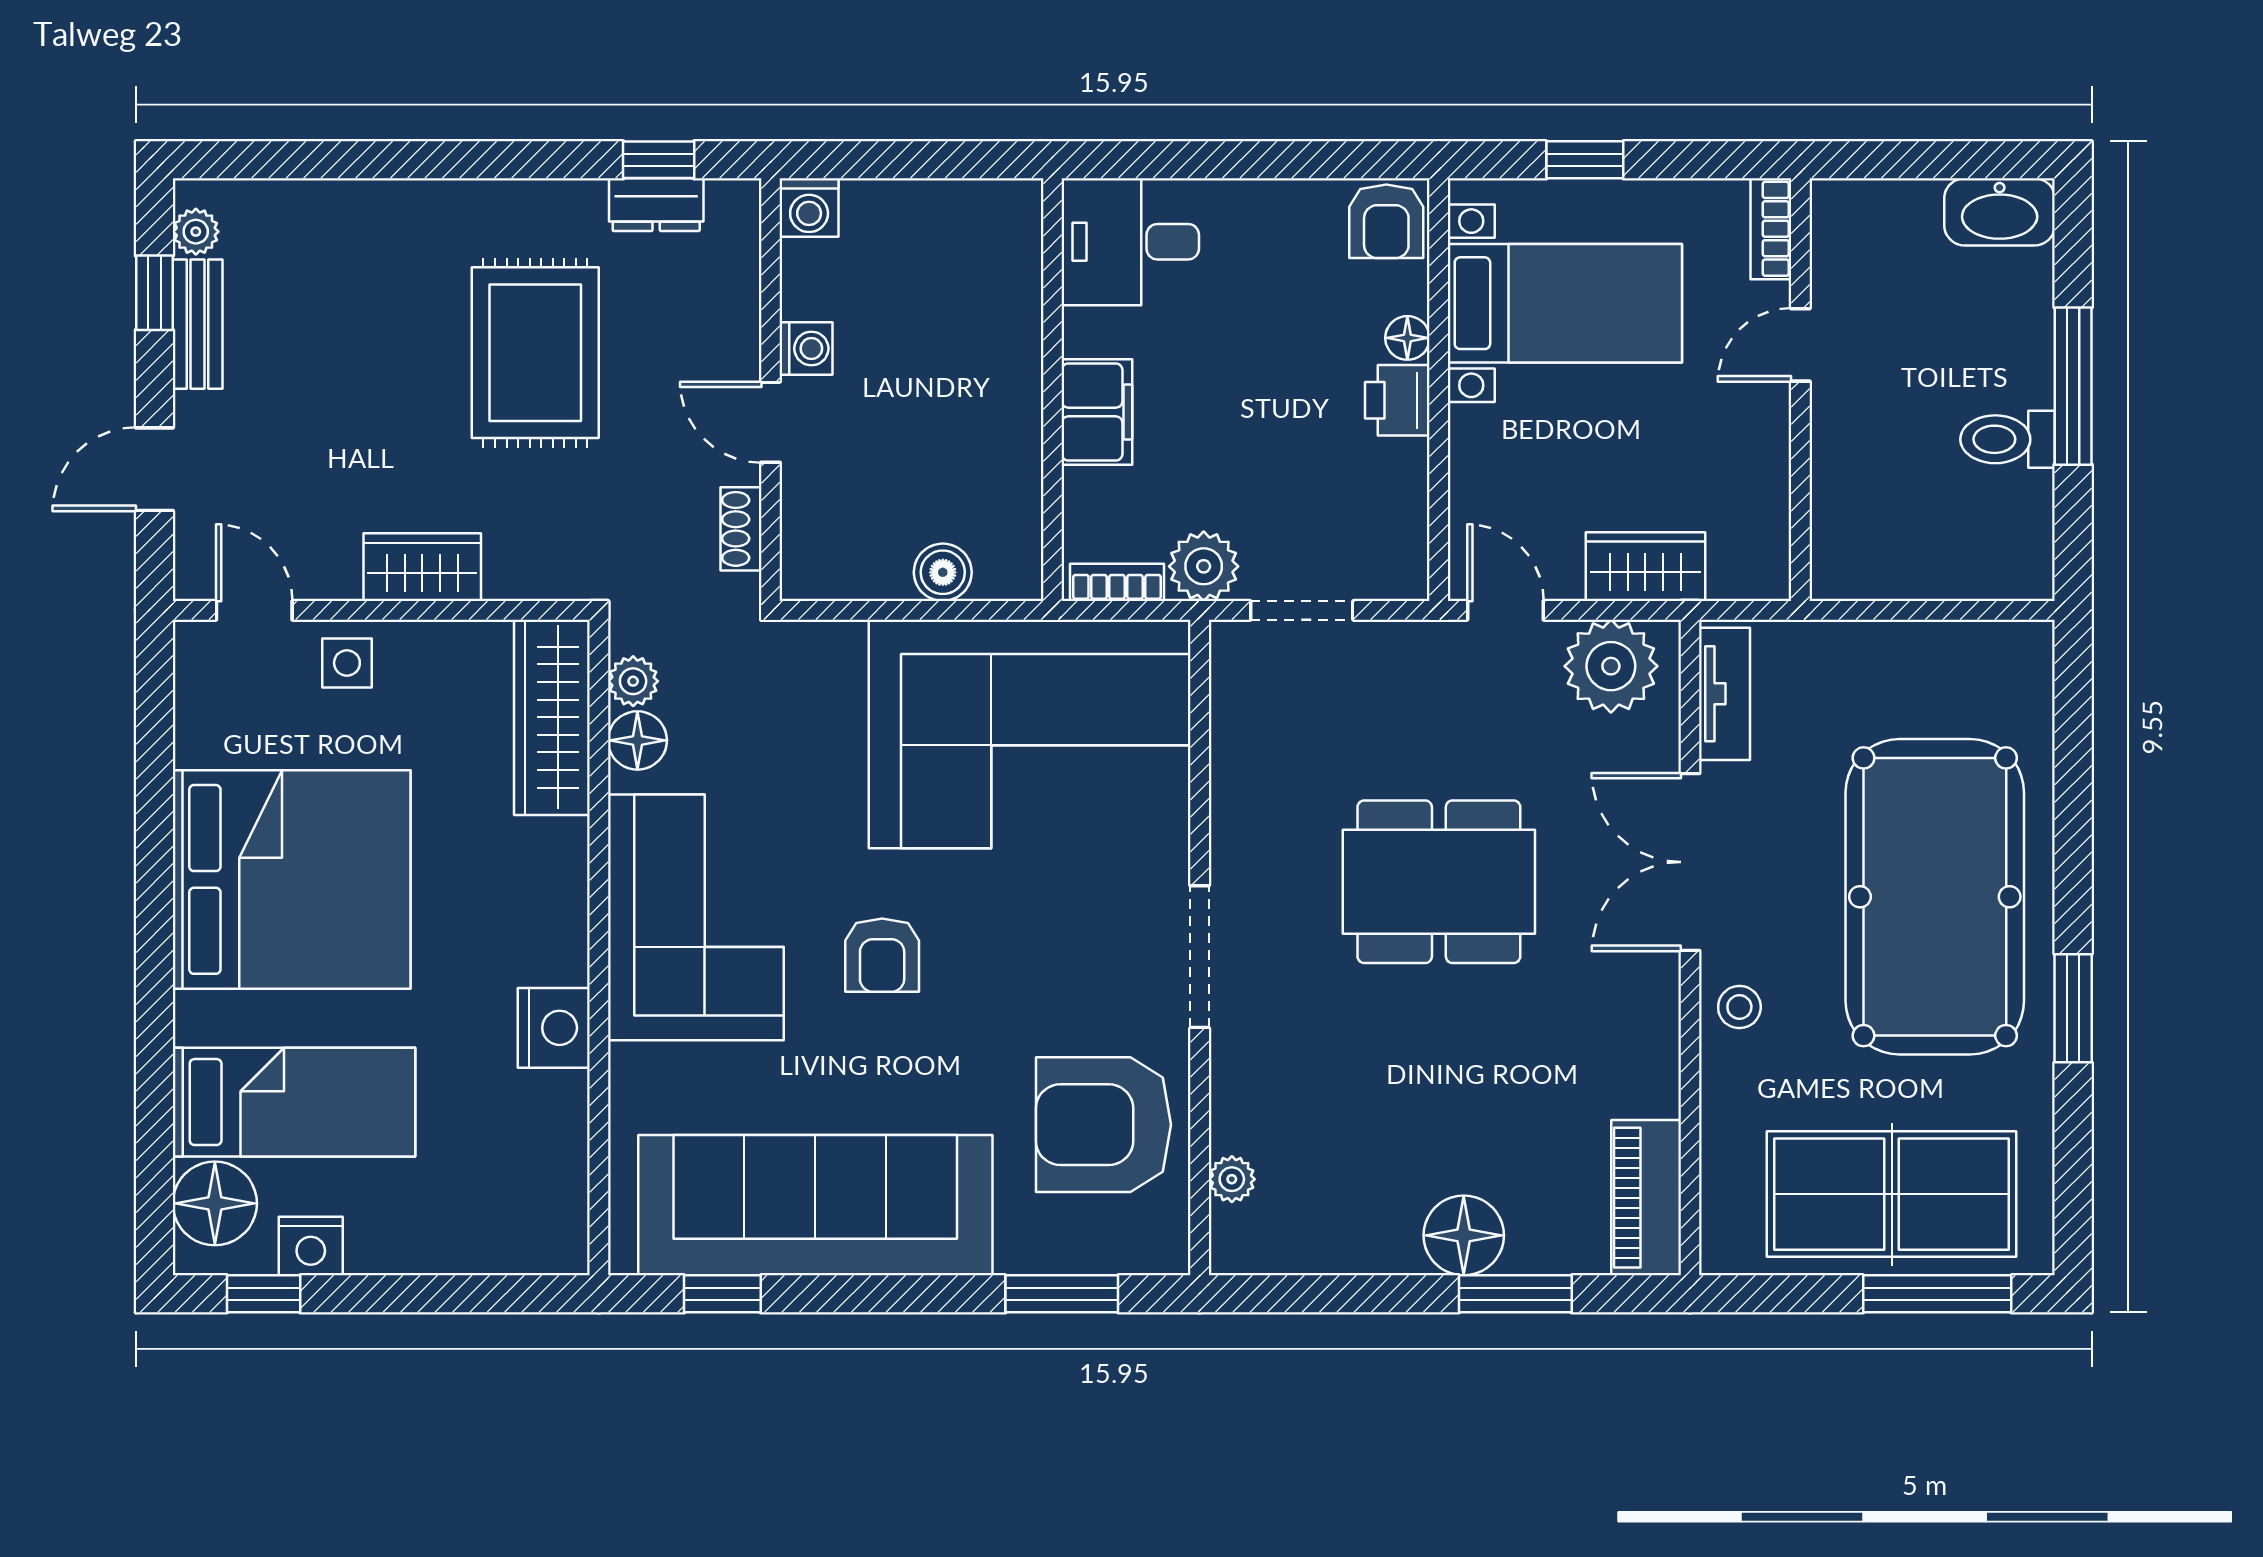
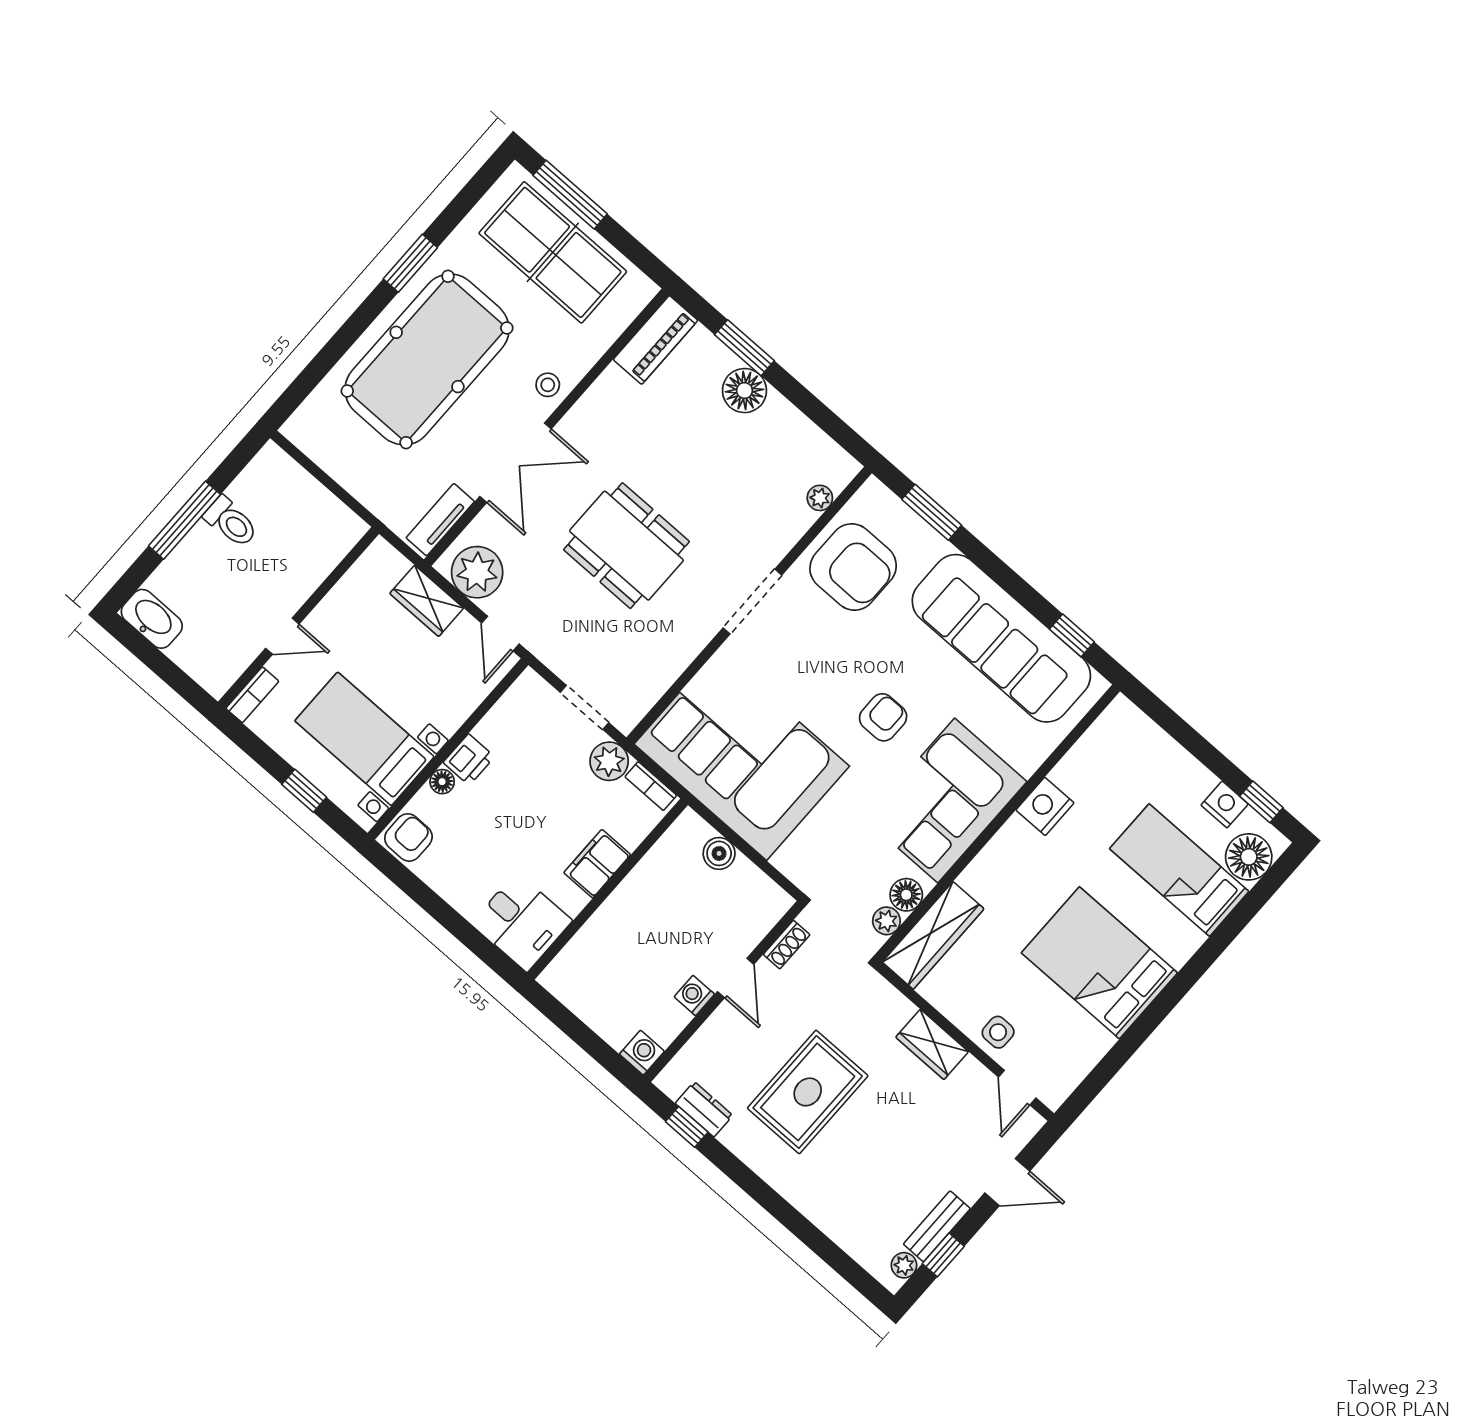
bed: (292, 879) -> (1099, 963), width x0.73

